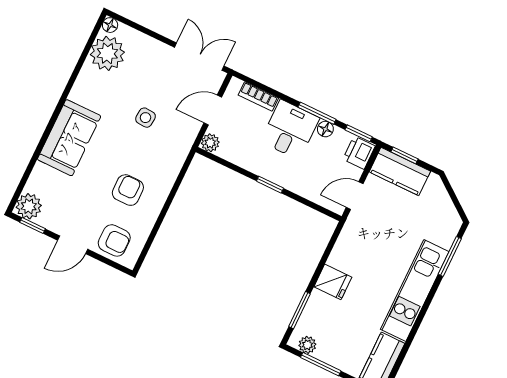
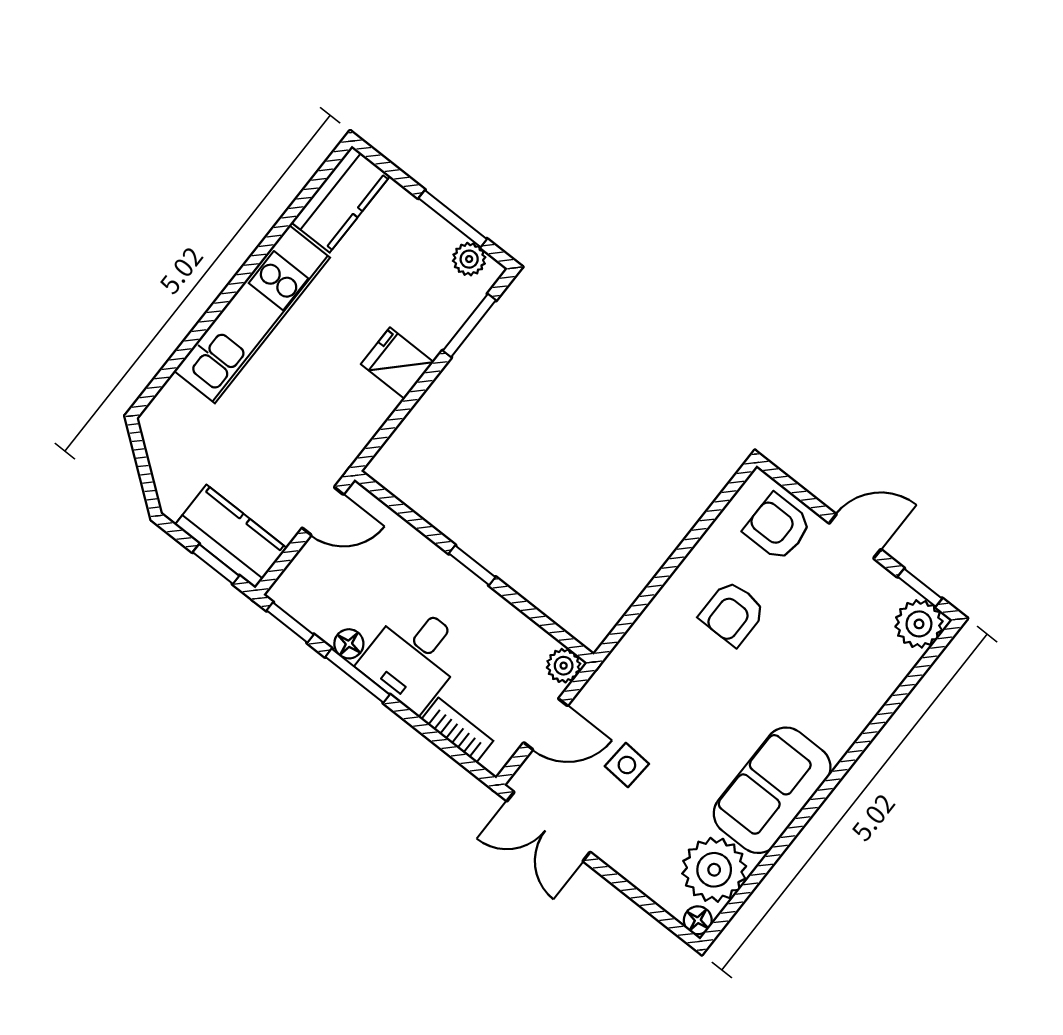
side table: (145, 118) -> (627, 765), moved
sofa: (69, 138) -> (772, 790), moved
printer: (359, 153) -> (297, 587), removed
window: (450, 256) -> (175, 362), removed

